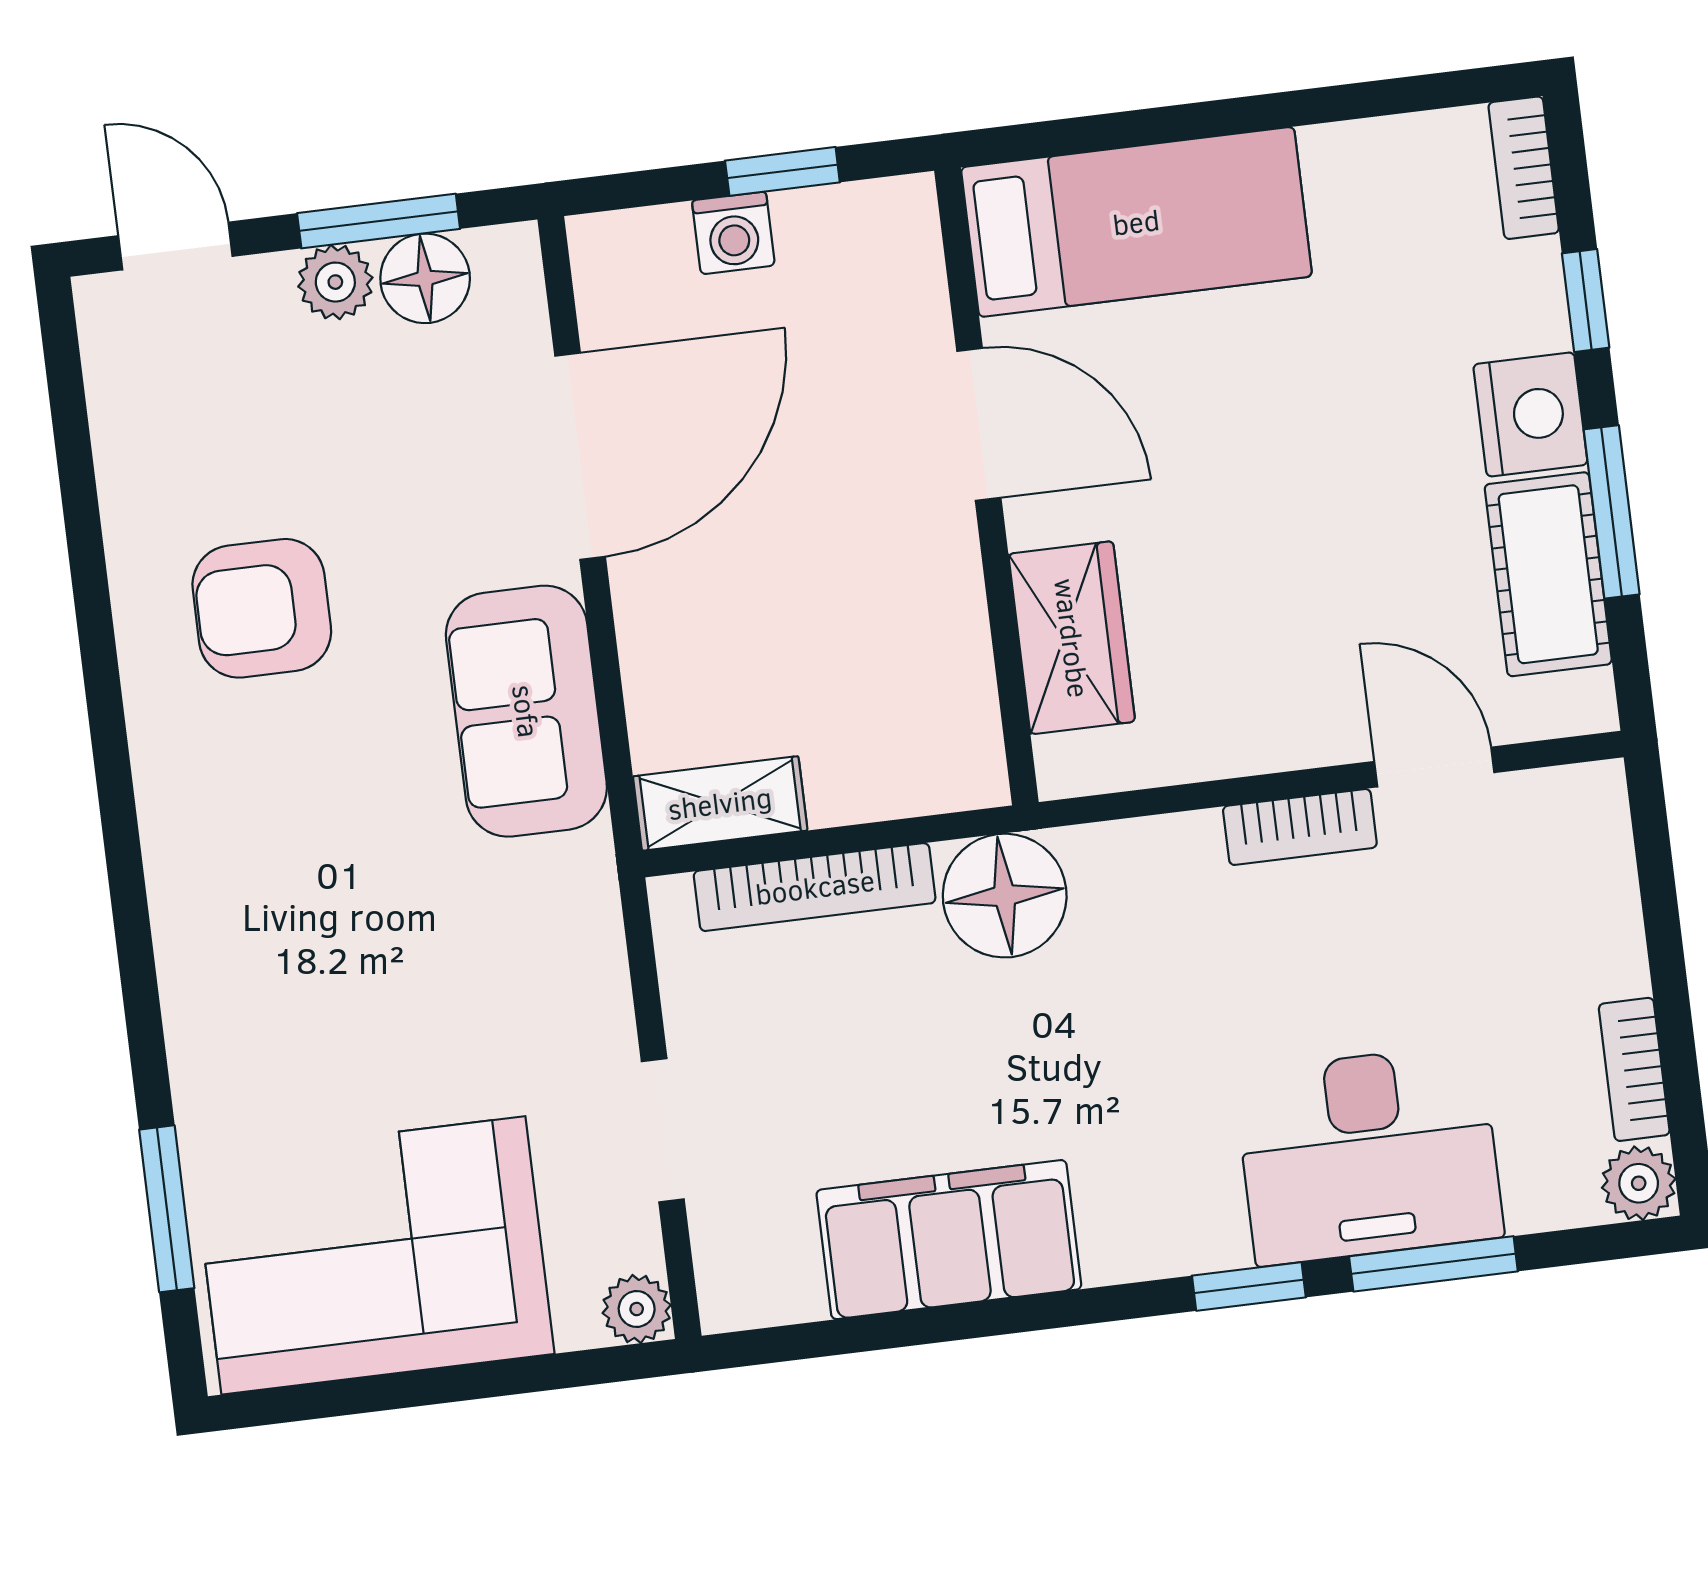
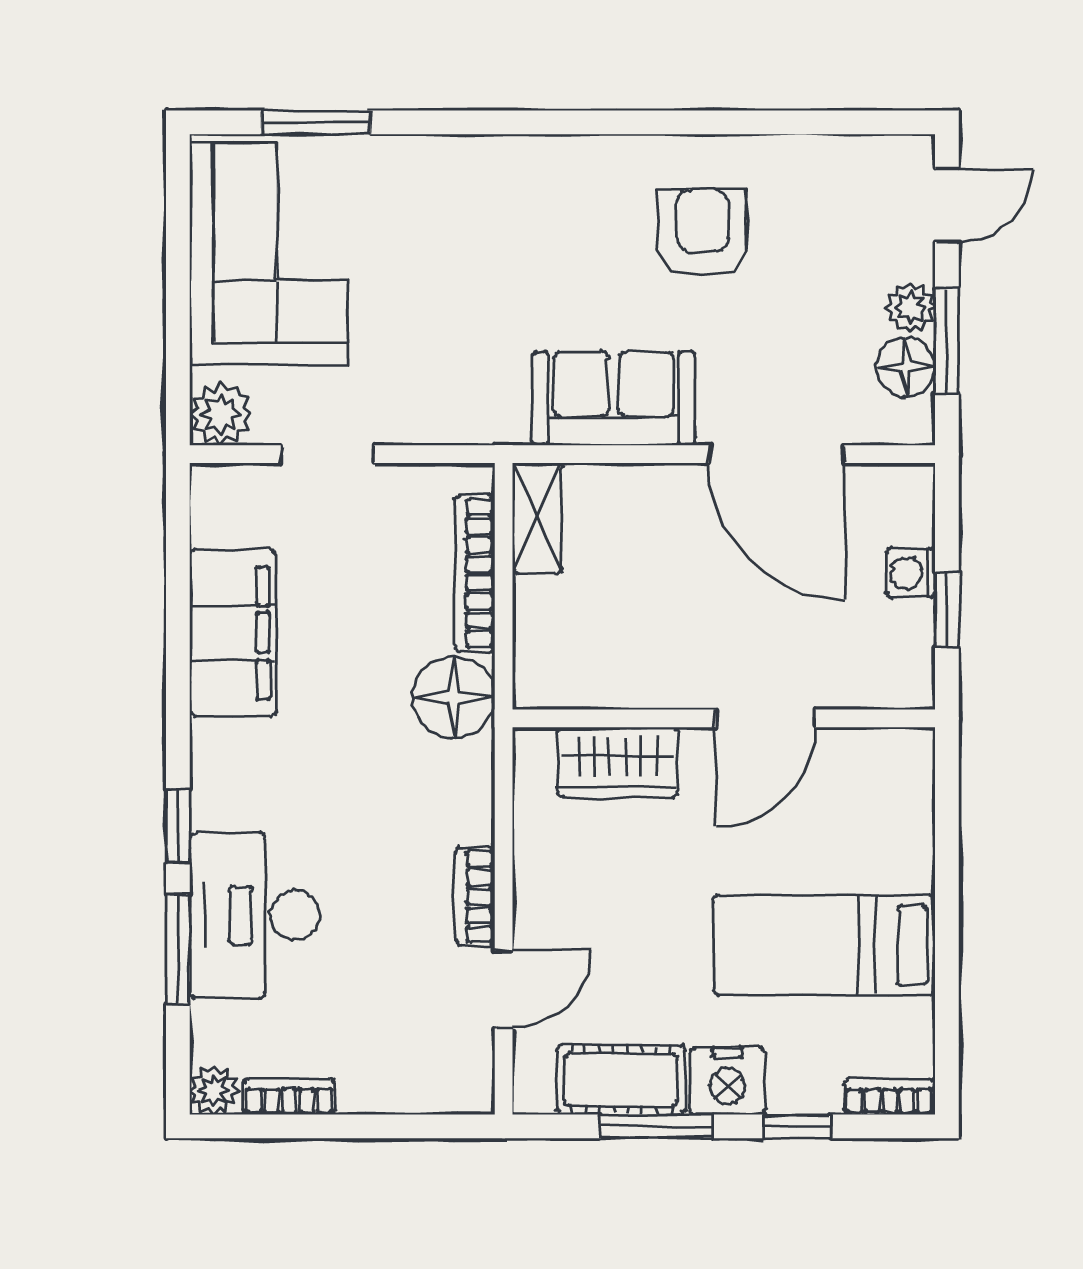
bed: (1136, 222) -> (824, 945), moved, turned 90
plant: (637, 1309) -> (221, 414), width x1.38, depth x1.38

